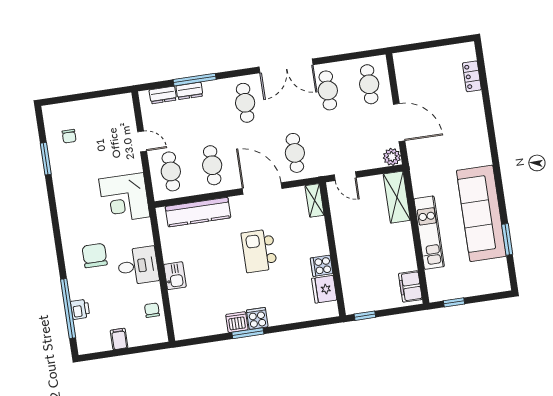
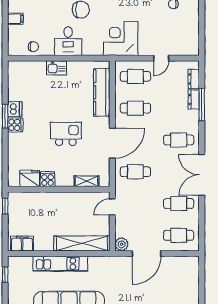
shelving: (397, 197) -> (82, 243), width x1.47
shelving: (315, 200) -> (87, 181), moved

